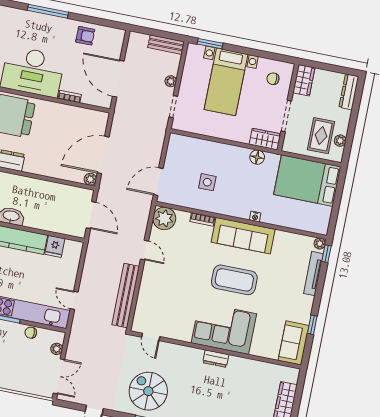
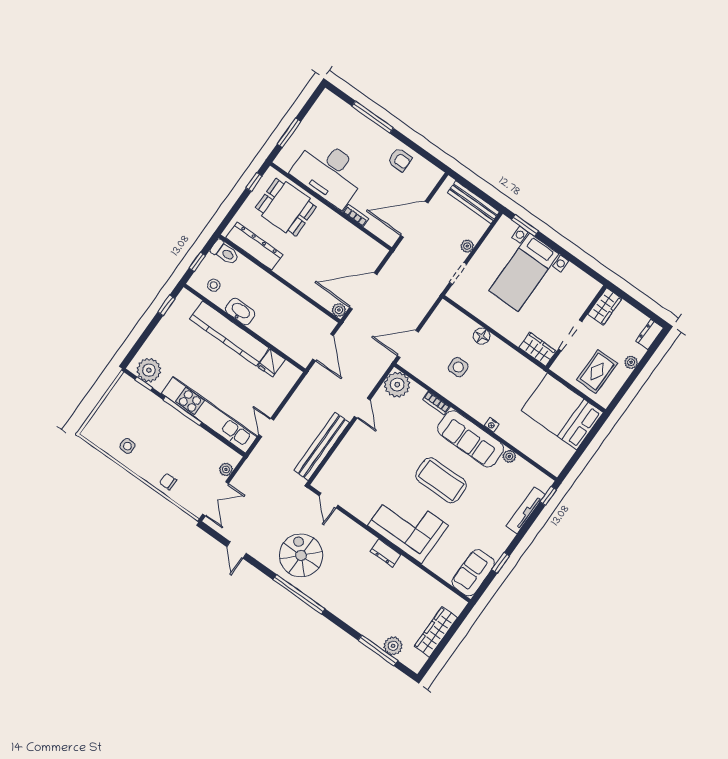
bench: (166, 45) -> (473, 202), width x1.36
door: (118, 79) -> (414, 219), hinge flipped
chair: (273, 79) -> (574, 291), removed
dresser: (349, 92) -> (649, 335), width x0.70
plant: (340, 141) -> (631, 362), moved
floor lamp: (257, 157) -> (482, 336), moved
plant: (320, 244) -> (509, 456), moved
chair: (31, 333) -> (168, 482), moved

